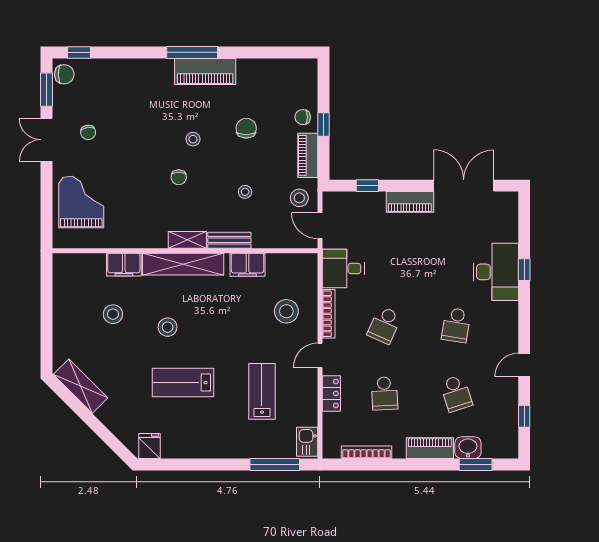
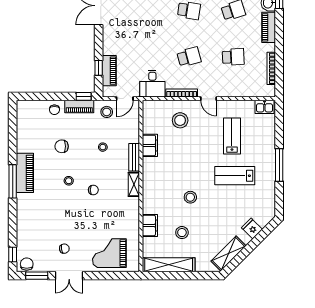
window: (323, 125) -> (84, 96), moved
piano: (410, 202) -> (109, 71), moved
shelving: (183, 264) -> (169, 265), moved, turned 90
school desk: (384, 325) -> (189, 57), turned -39
lab bench: (183, 383) -> (235, 176), moved, turned 90
lab bench: (262, 391) -> (232, 136), turned 90
locker: (331, 393) -> (233, 91), removed
fridge: (149, 446) -> (252, 229), moved, turned 45
window: (275, 464) -> (279, 165), moved

